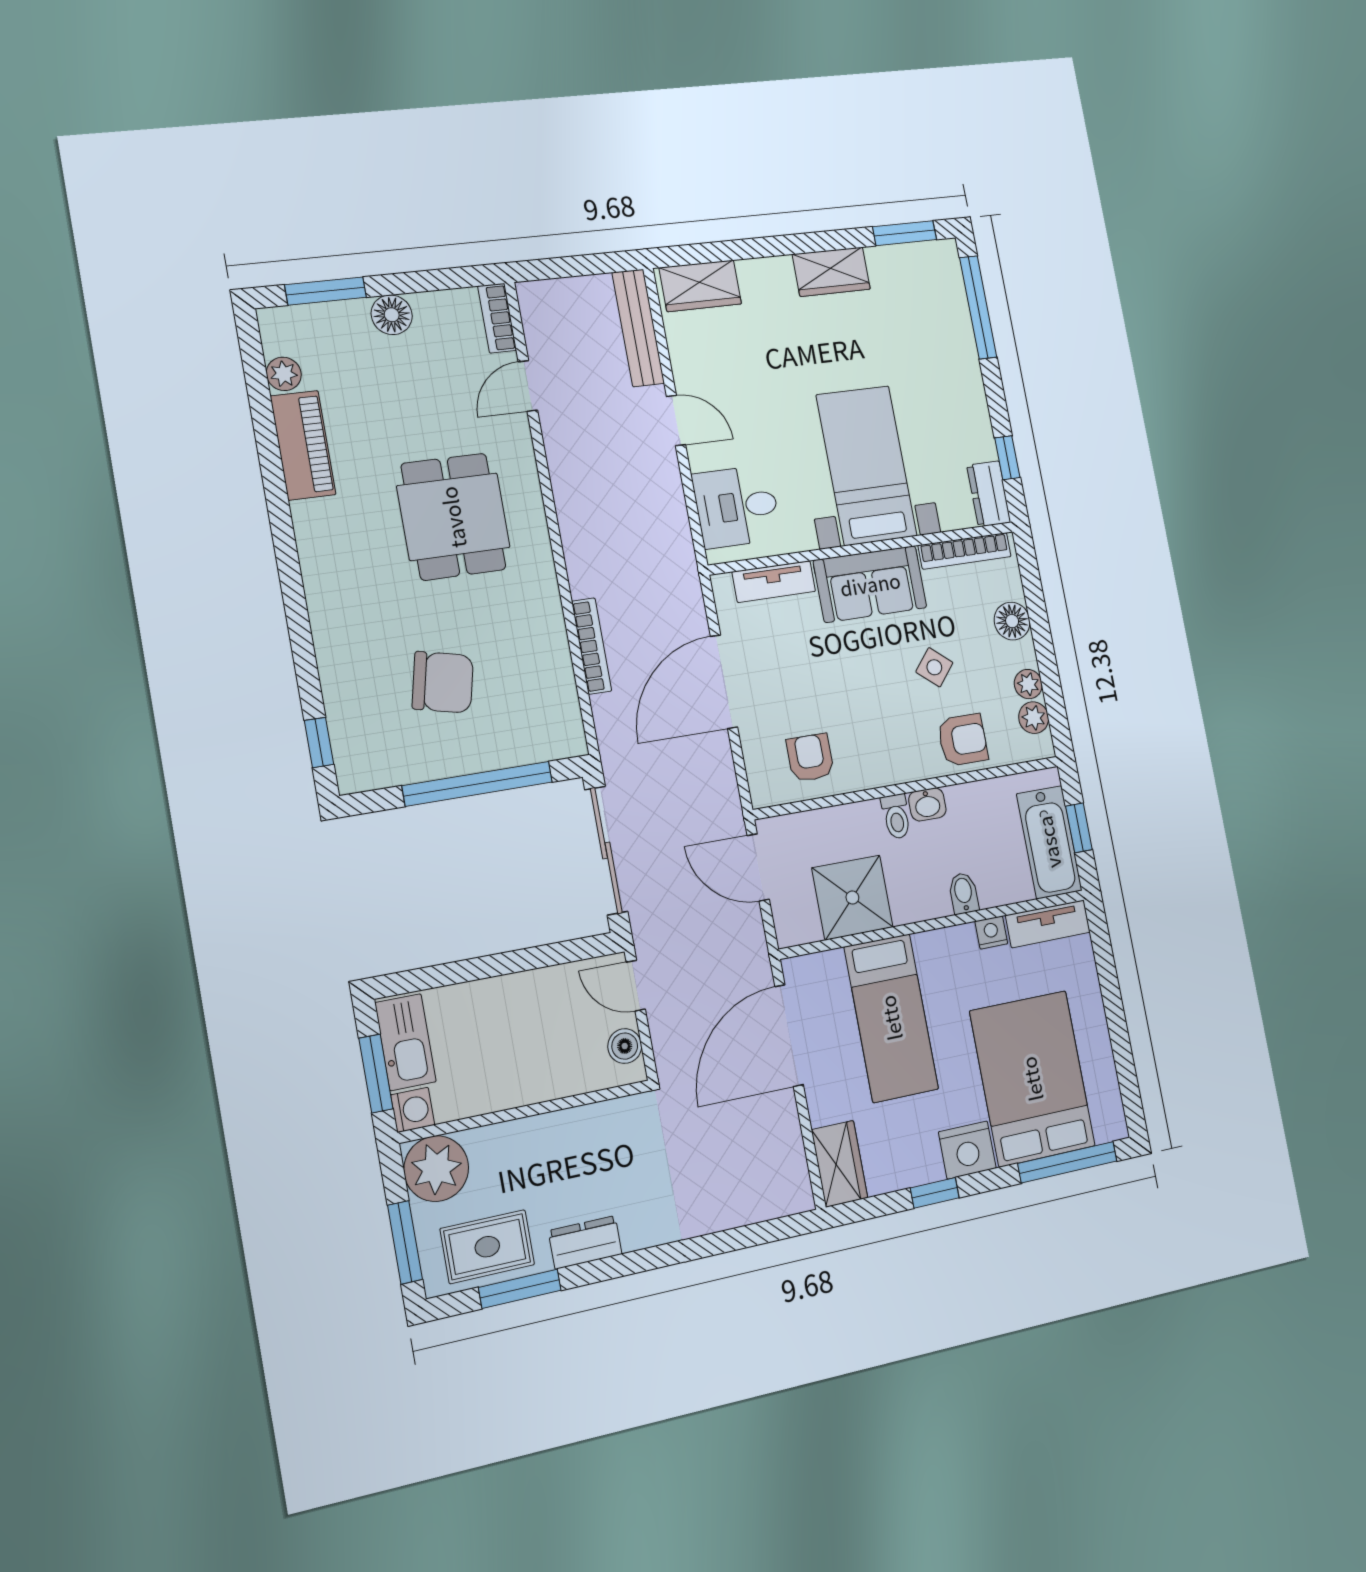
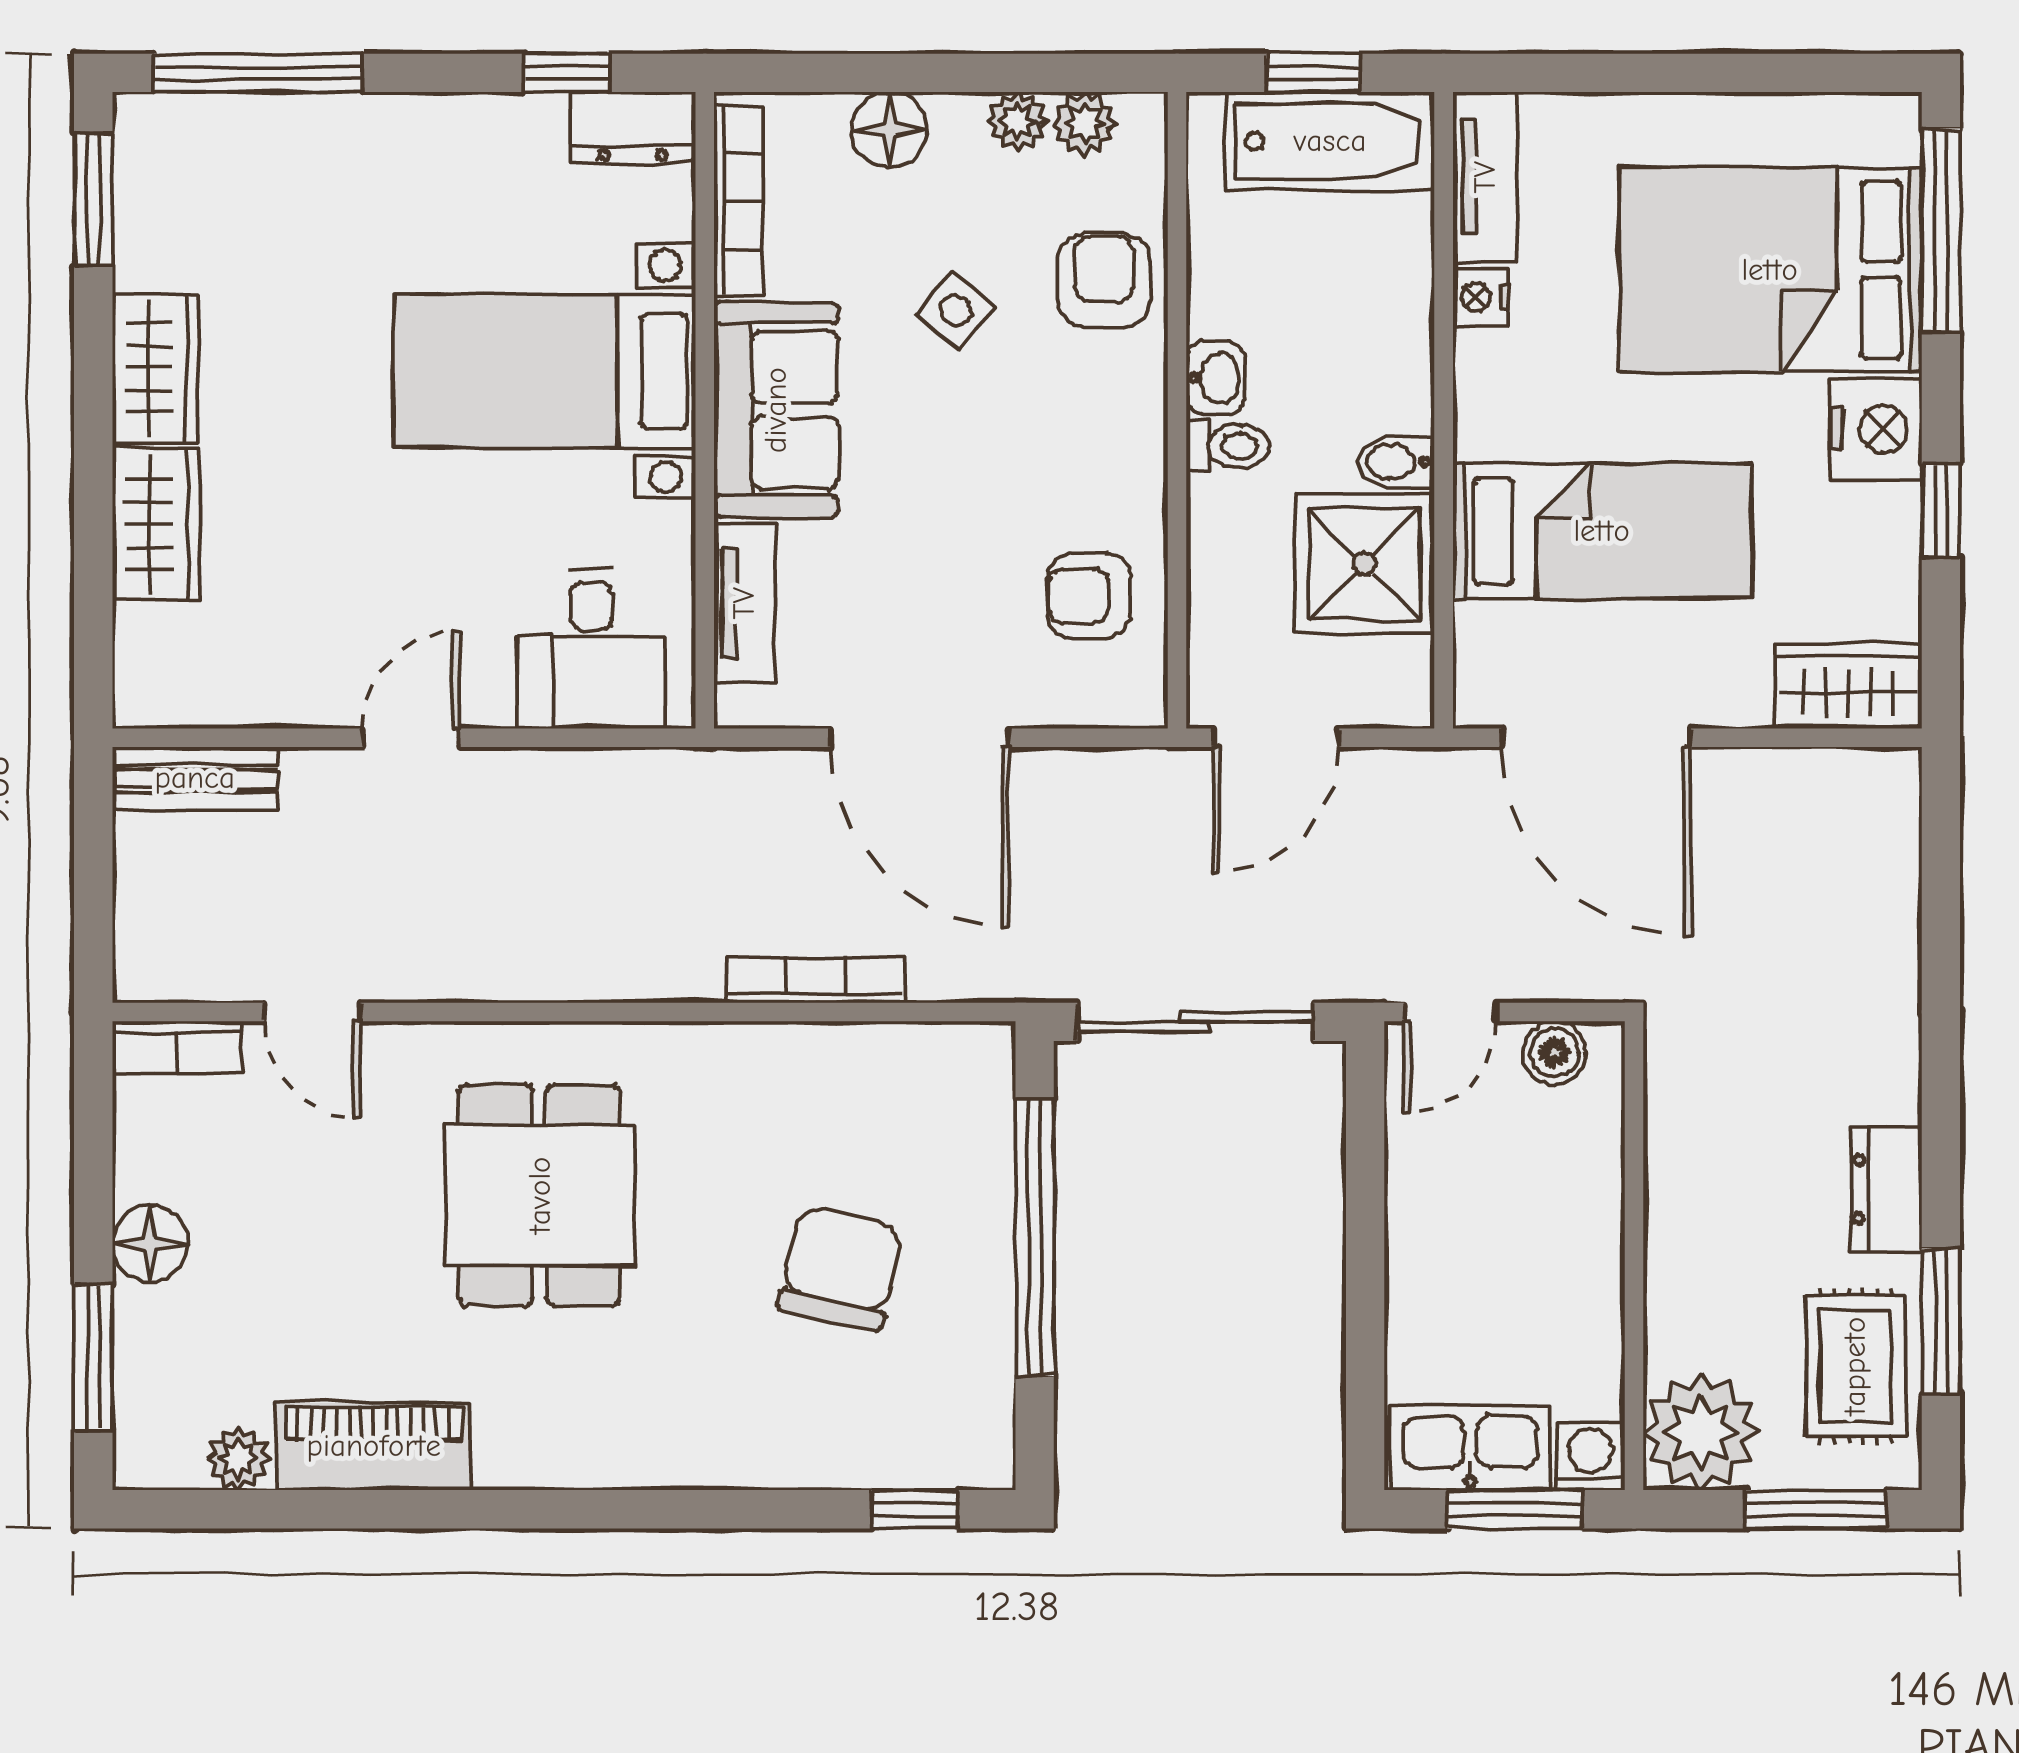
wardrobe: (700, 286) -> (156, 524), moved
bench: (638, 328) -> (195, 778), width x0.73
dining table: (453, 517) -> (540, 1195), turned 90
bidet: (964, 893) -> (1396, 462), moved

